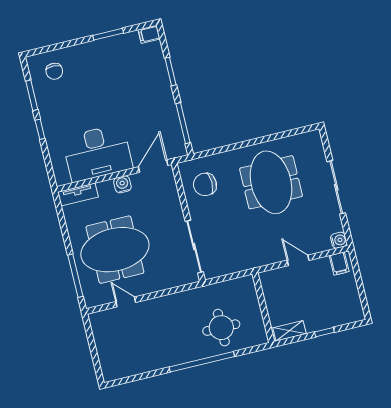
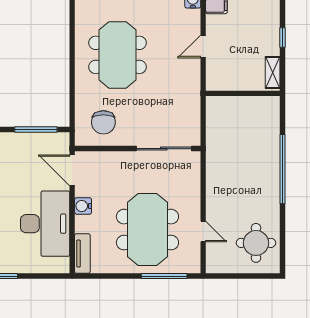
meeting table: (271, 182) -> (117, 55), turned 90
door: (126, 302) -> (203, 232), swing flipped
round table: (221, 328) -> (256, 243), moved

